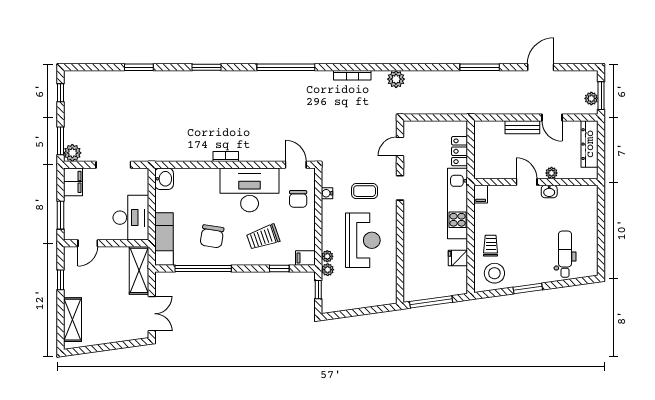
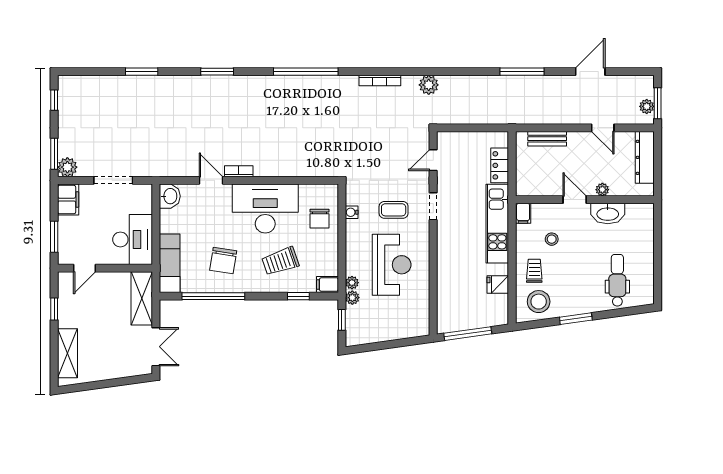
bench: (522, 127) -> (547, 139), moved
door: (296, 165) -> (211, 180), moved
washbasin: (549, 192) -> (608, 213), width x1.91, depth x1.45
stool: (506, 217) -> (552, 239), added

